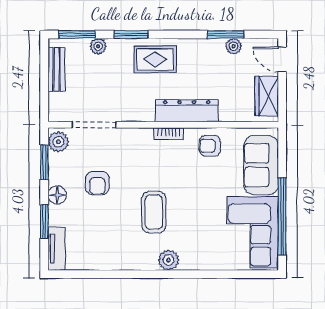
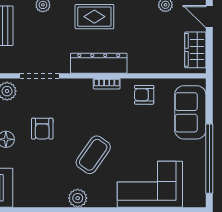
dresser: (187, 111) -> (99, 63), moved
coffee table: (154, 212) -> (93, 155), turned 35
corner sofa: (253, 232) -> (150, 184), moved, turned 90
plant: (169, 260) -> (78, 198), moved

